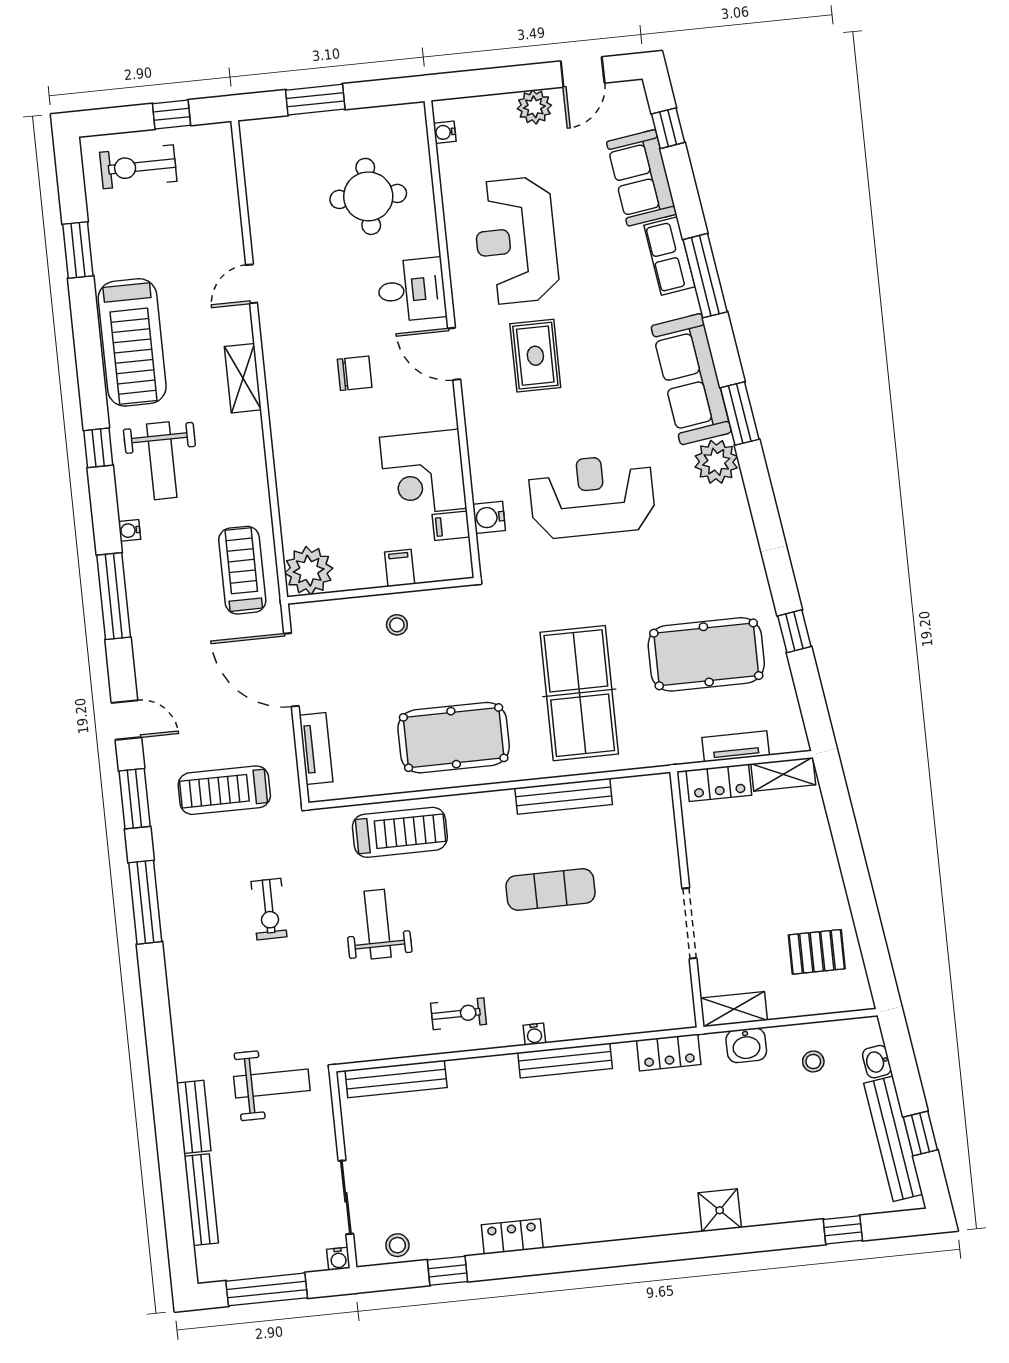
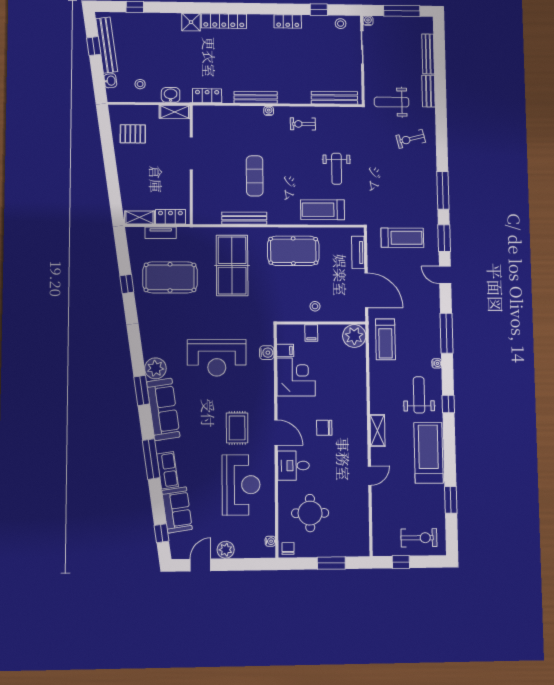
chair: (407, 121) -> (288, 548), added
exercise mat: (551, 889) -> (255, 176), turned 90
exercise bike: (269, 909) -> (411, 139), moved, turned -104
locker: (650, 1221) -> (224, 21), added

